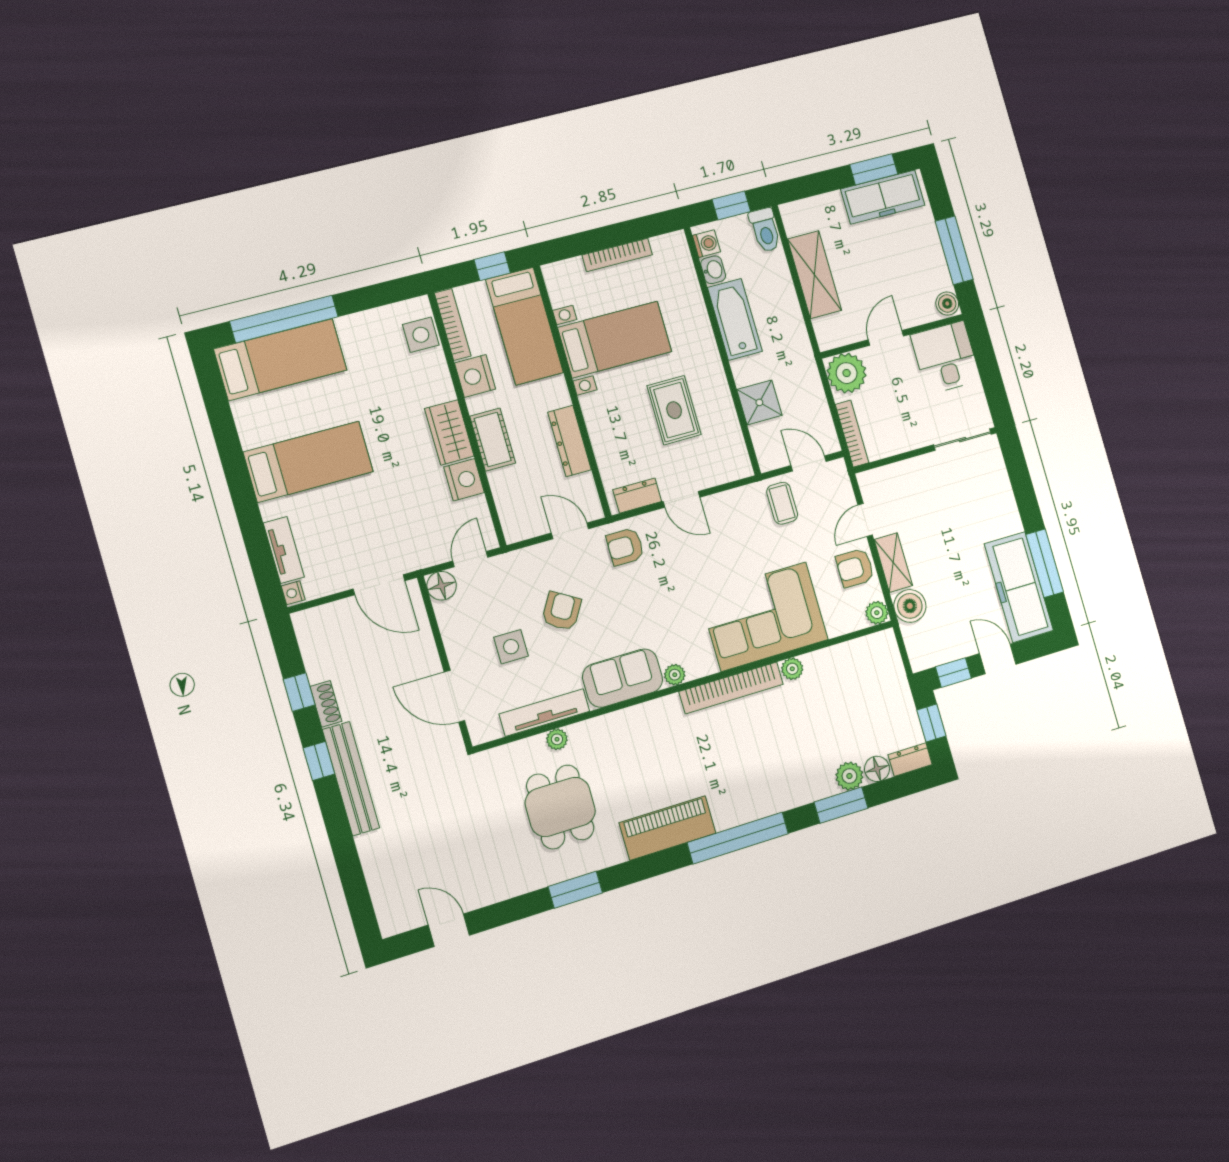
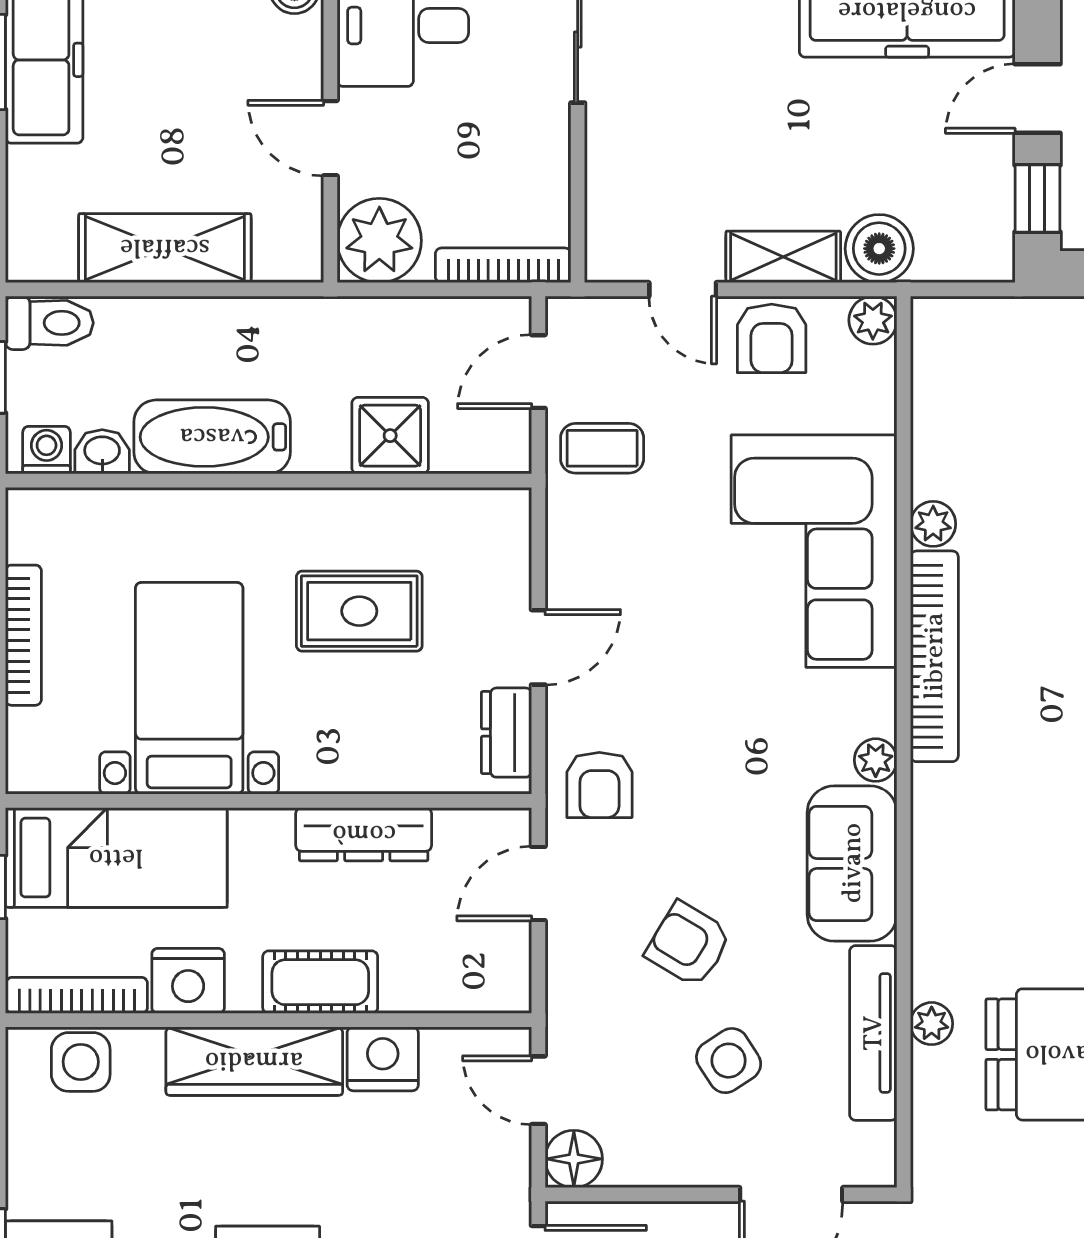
wardrobe: (449, 432) -> (254, 1061), width x1.50
side table: (511, 647) -> (729, 1061), turned -33

